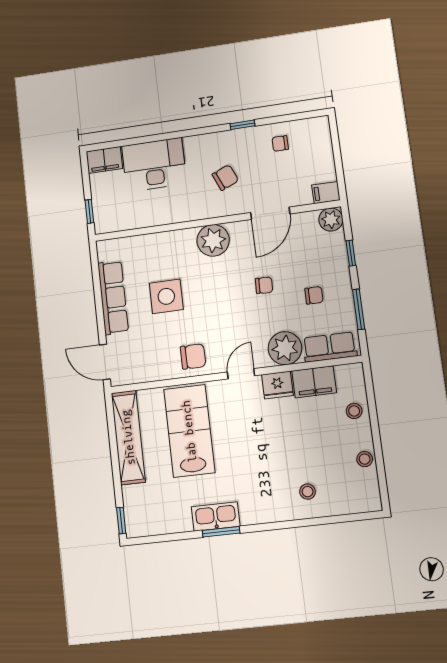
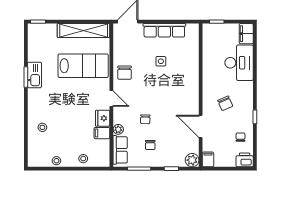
printer: (318, 131) -> (245, 160), added
plant: (213, 240) -> (189, 92), removed
chair: (264, 285) -> (145, 119), moved
side table: (166, 296) -> (161, 61), width x0.54, depth x0.54
plant: (285, 348) -> (118, 129), width x0.53, depth x0.53
filing cabinet: (314, 382) -> (102, 133), width x0.50

